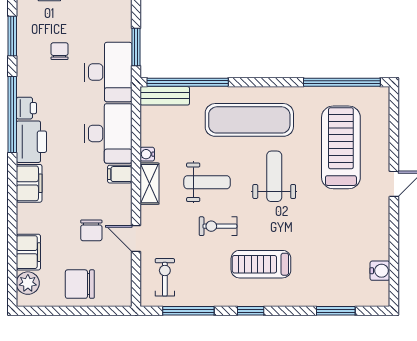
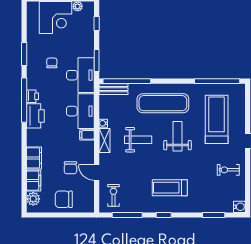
filing cabinet: (29, 183) -> (34, 158), moved
exercise bike: (218, 226) -> (228, 170), moved
water cooler: (380, 271) -> (239, 207), moved

